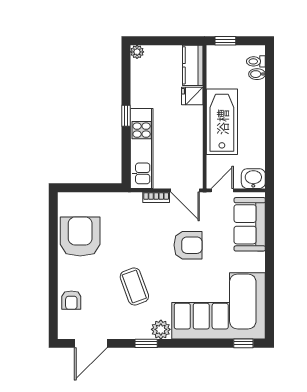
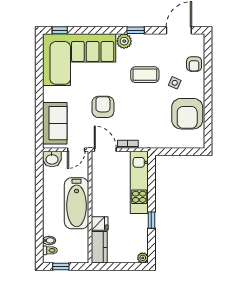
window: (225, 41) -> (61, 267), moved
window: (126, 116) -> (151, 220), moved
armchair: (188, 245) -> (103, 107), turned 90
side table: (96, 276) -> (175, 83), added
coffee table: (134, 286) -> (145, 75), turned -70
armchair: (71, 300) -> (194, 64), turned 180

